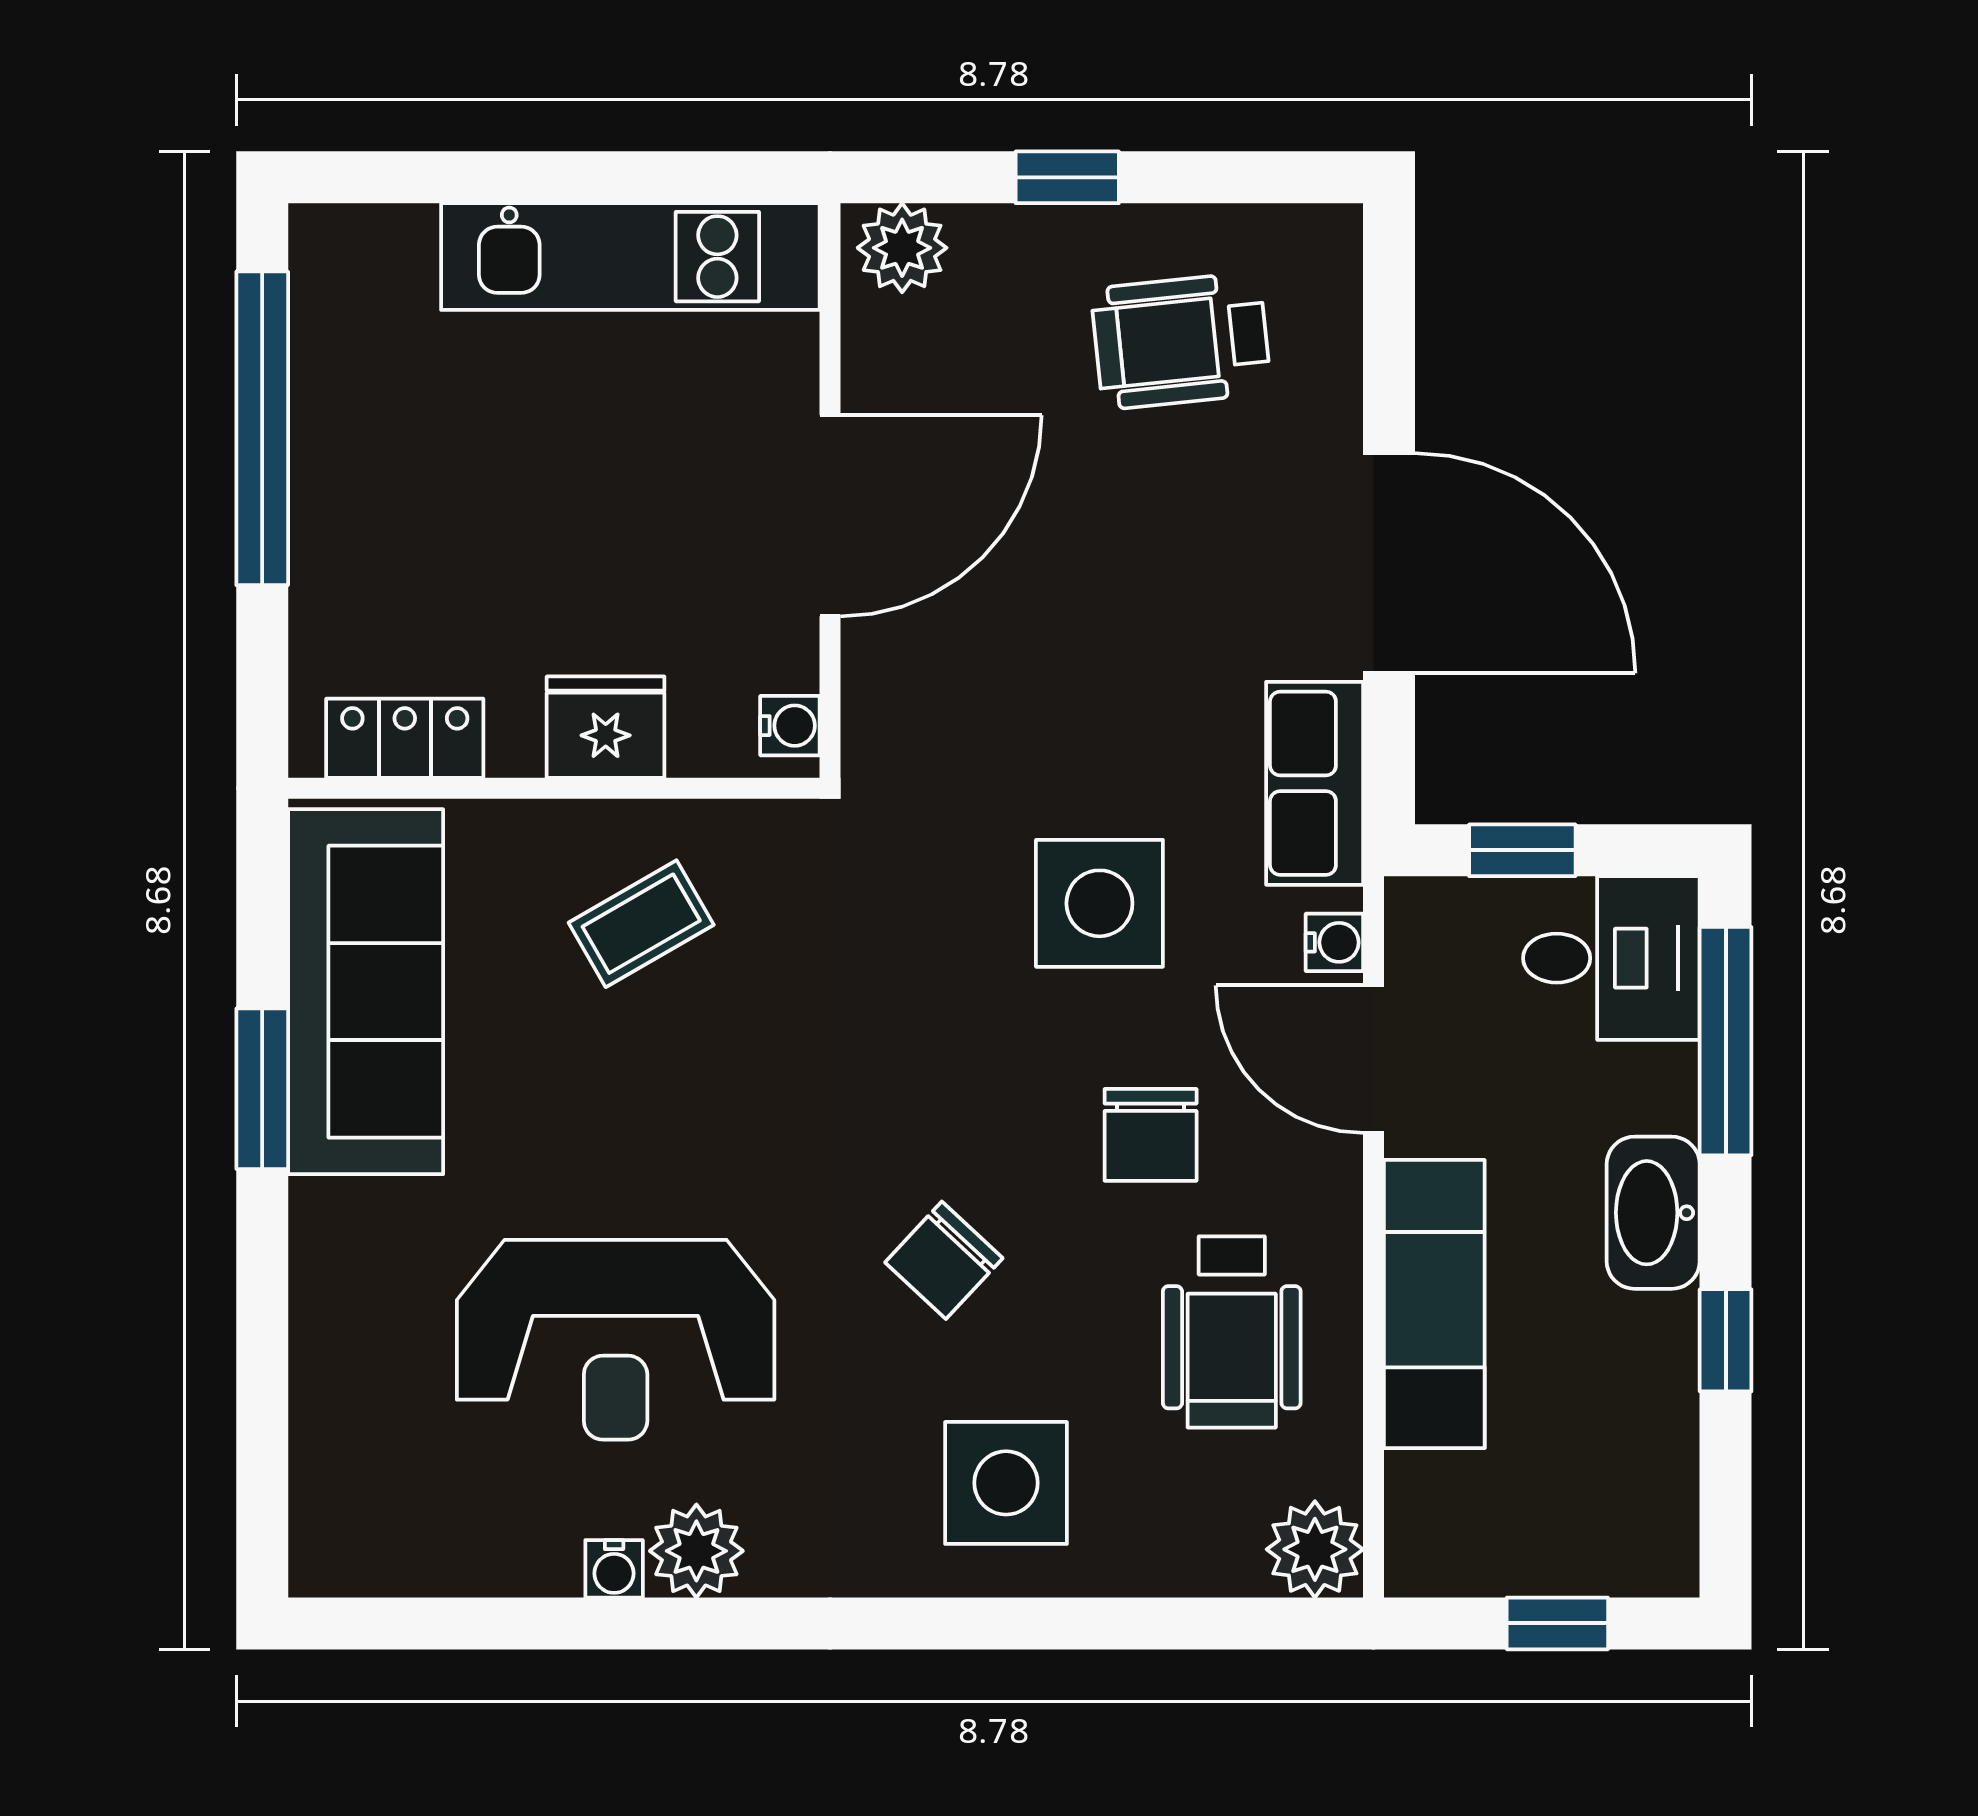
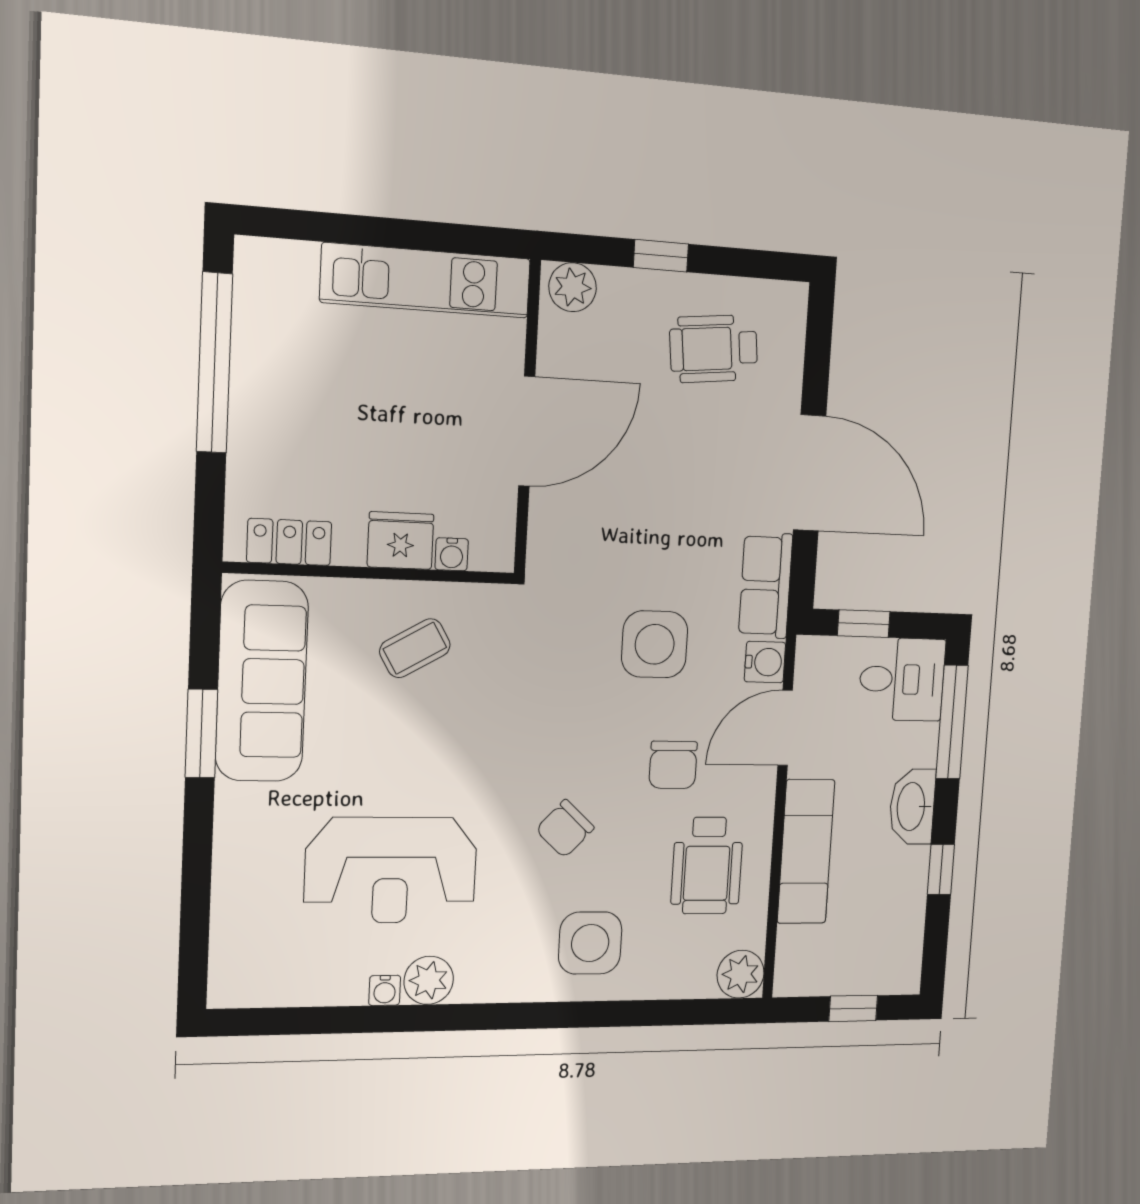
water cooler: (790, 726) -> (452, 554), moved, turned 90
water cooler: (1334, 942) -> (765, 662), width x1.38, depth x1.38
door: (1373, 1059) -> (785, 728), hinge flipped

